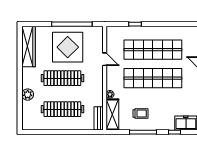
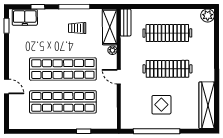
display table: (68, 47) -> (161, 105), width x0.54, depth x0.54
door: (105, 59) -> (119, 77), moved
plant: (28, 95) -> (208, 15), moved

